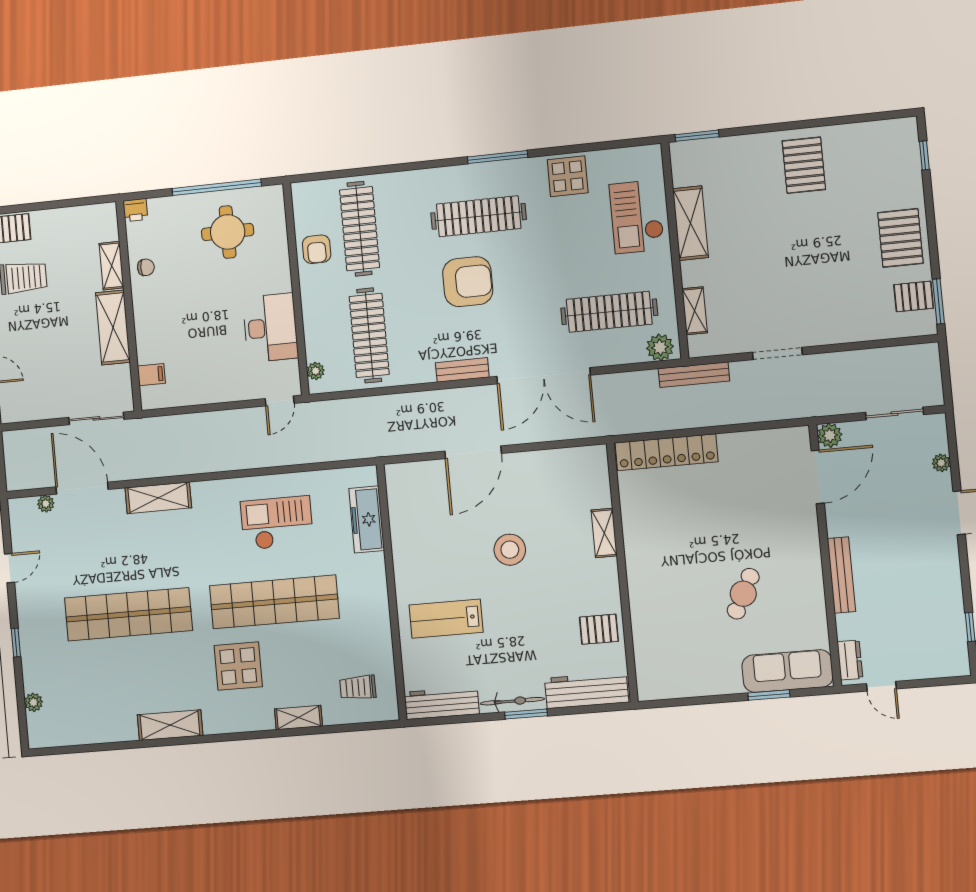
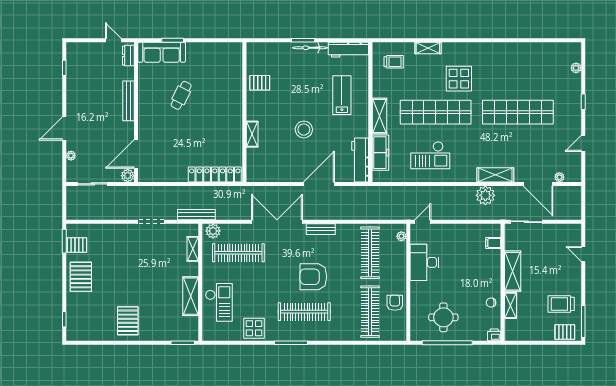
plant: (173, 459) -> (485, 195), added
lab bench: (446, 619) -> (342, 95), turned -90
workbench: (587, 690) -> (360, 160), moved, turned 90
shelving: (170, 725) -> (379, 116), moved, turned 90

